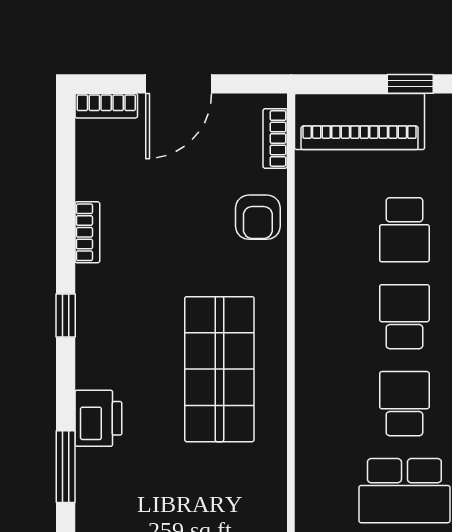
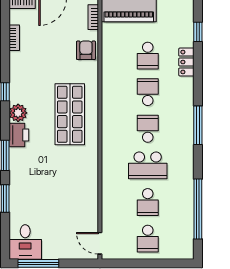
armchair: (258, 217) -> (86, 50), turned 180
bookcase: (87, 232) -> (14, 38), moved
plant: (97, 366) -> (18, 113), added

